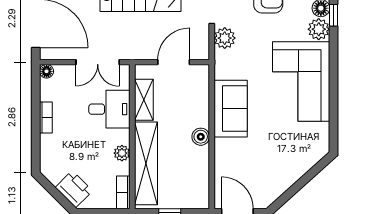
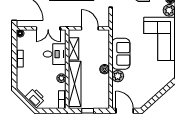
plant: (225, 38) -> (118, 76), moved
door: (174, 62) -> (90, 28), hinge flipped

